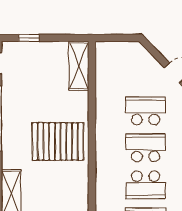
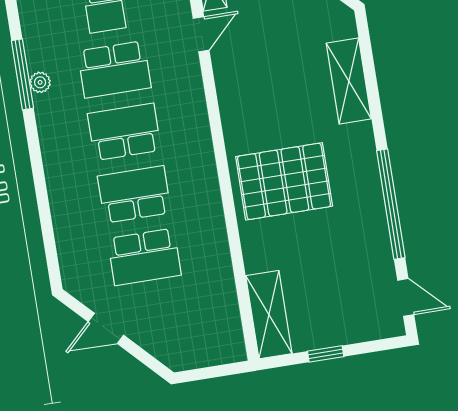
window: (29, 38) -> (326, 354), moved
school desk: (146, 148) -> (134, 194), turned 180

